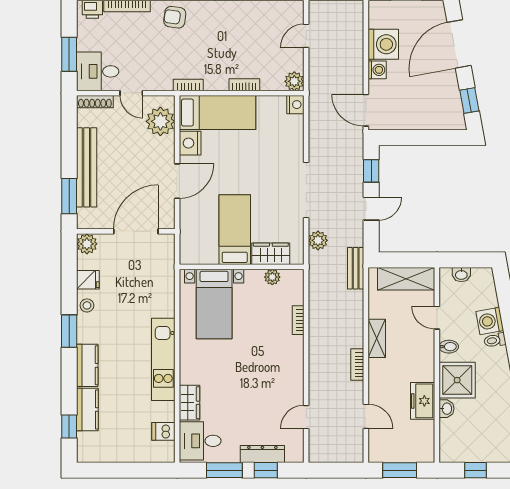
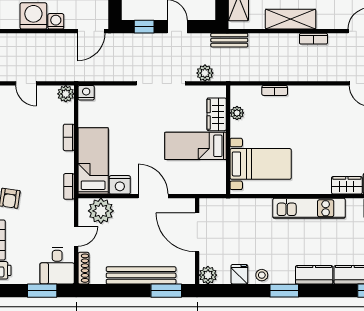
shelving: (377, 338) -> (291, 19), width x1.50, depth x1.33

